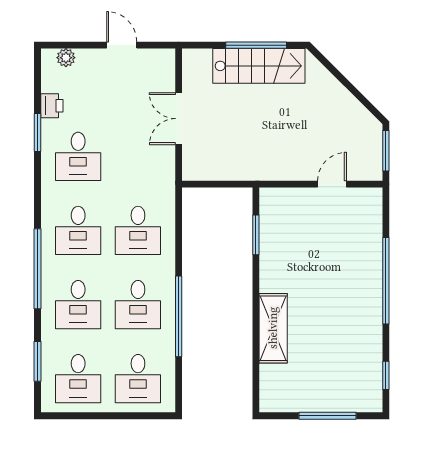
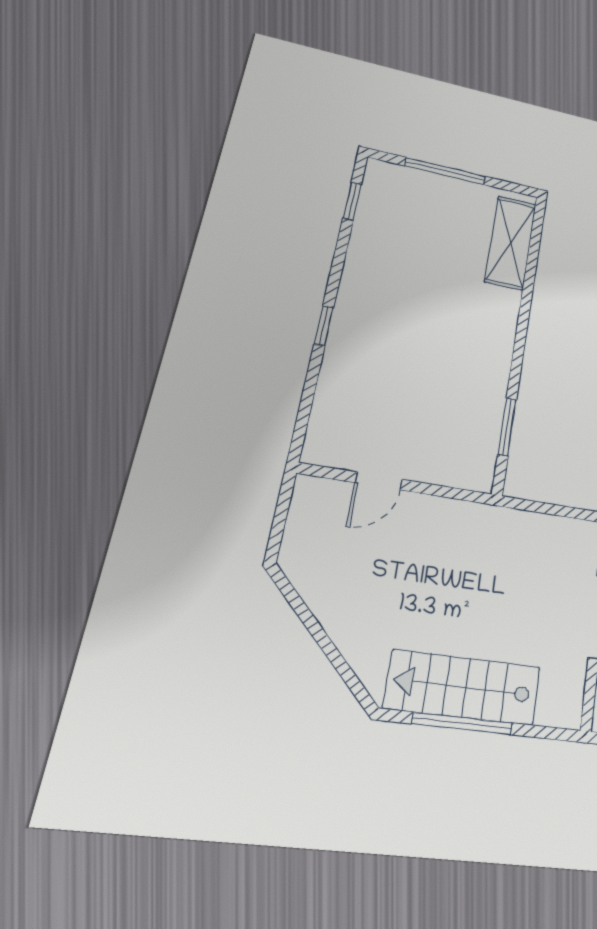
window: (386, 151) -> (280, 519), removed
window: (386, 281) -> (324, 326), width x0.32
shelving: (273, 328) -> (511, 243), moved

